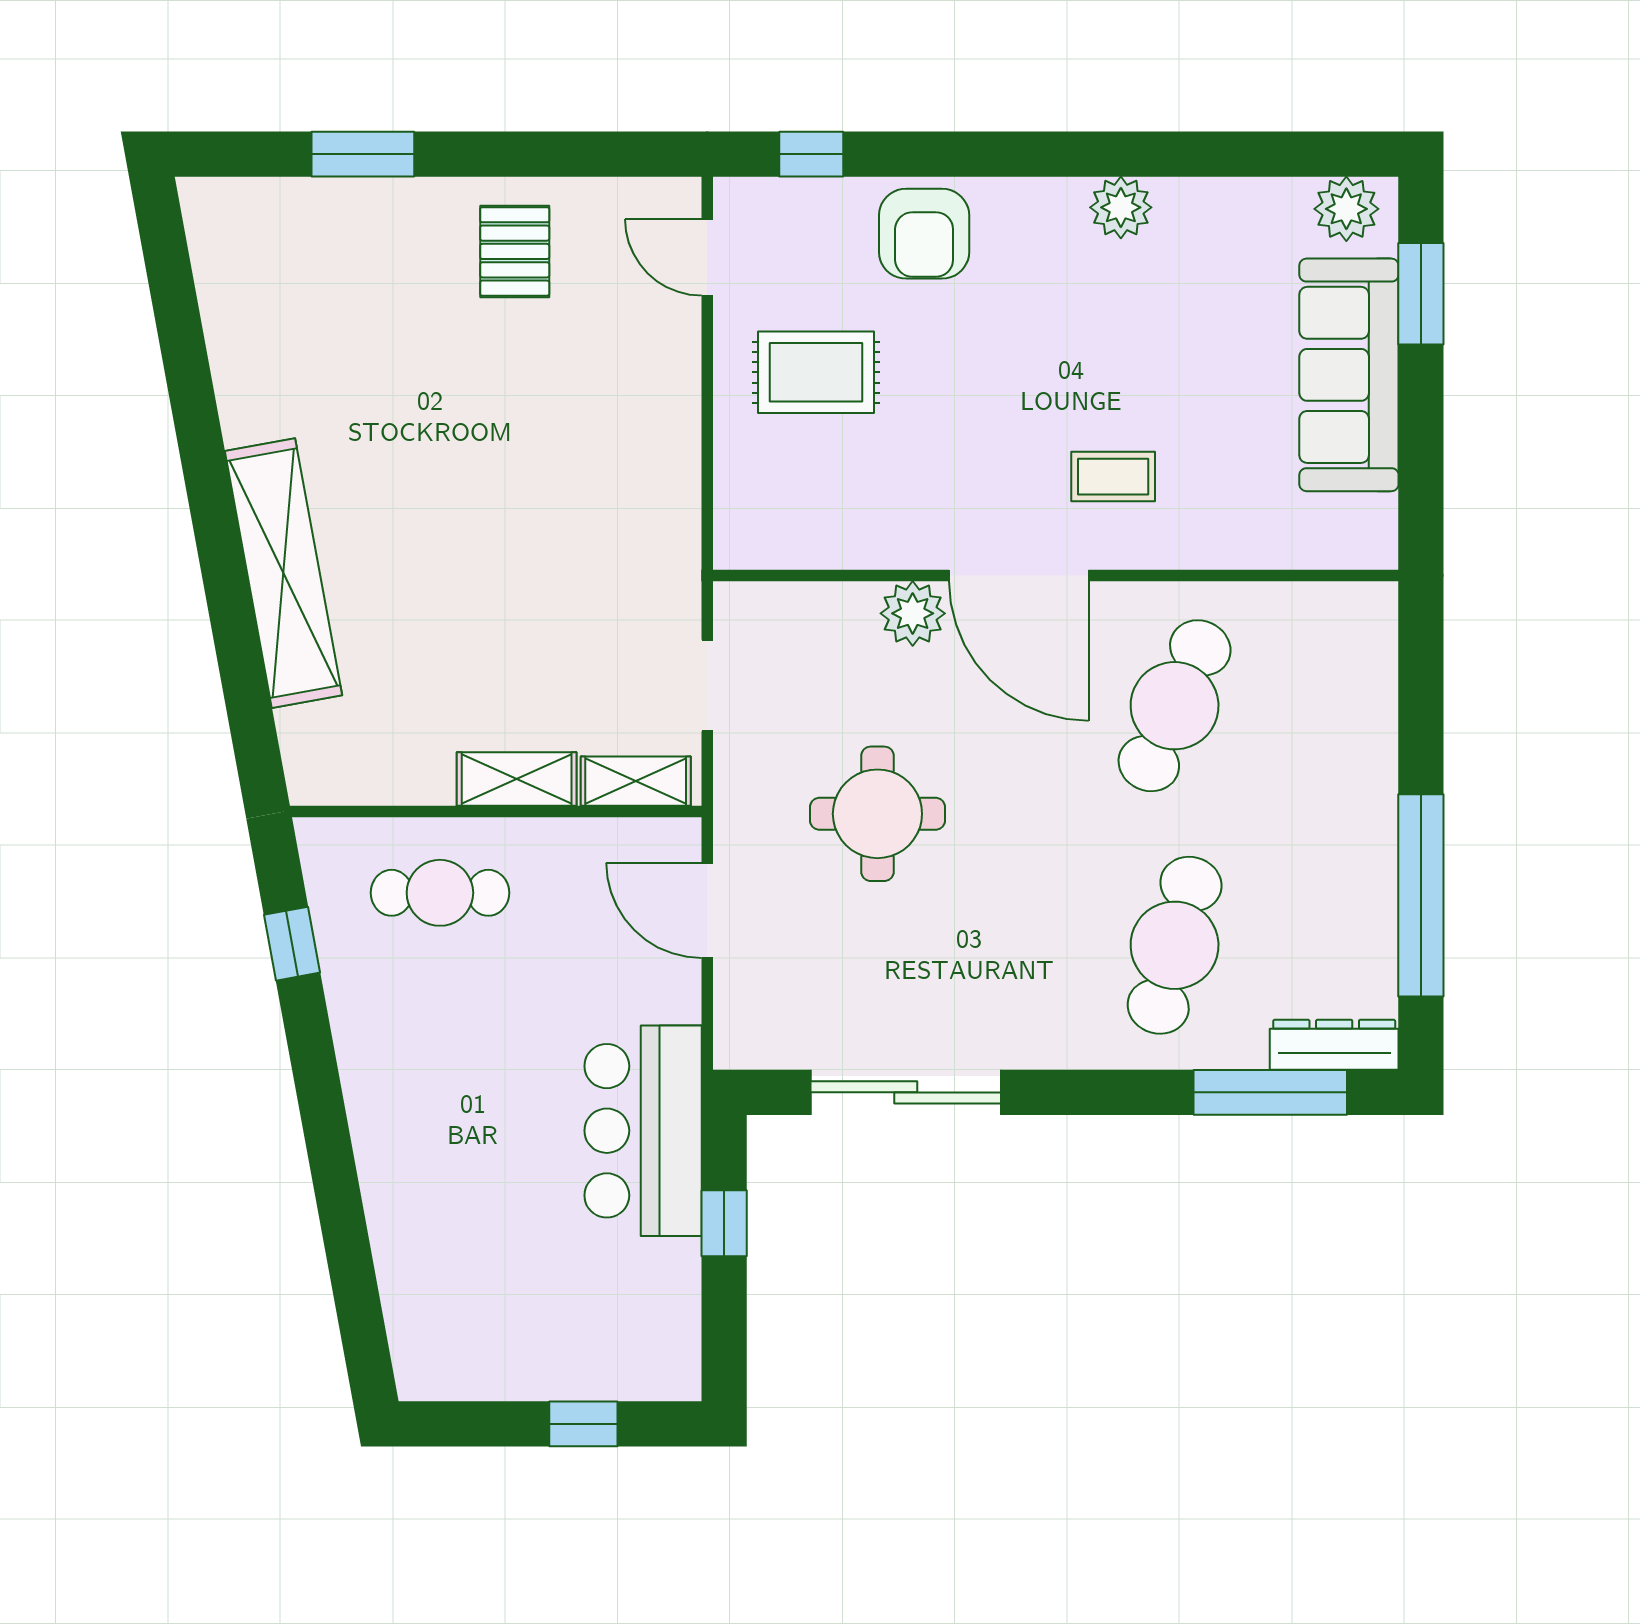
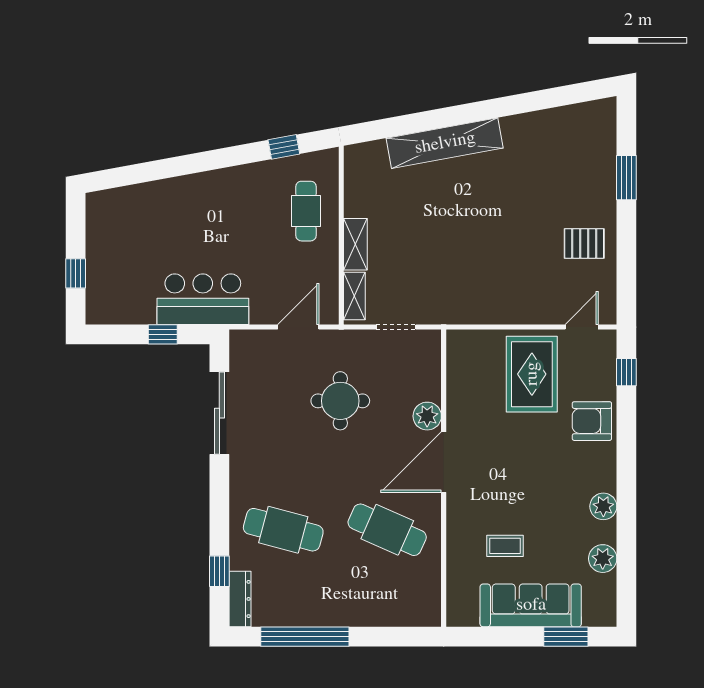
plant: (1346, 209) -> (603, 559), moved
rug: (816, 372) -> (532, 374), width x1.36, depth x1.43
coffee table: (1113, 477) -> (505, 546), moved, turned 90
window: (1270, 1092) -> (219, 571), width x0.46

